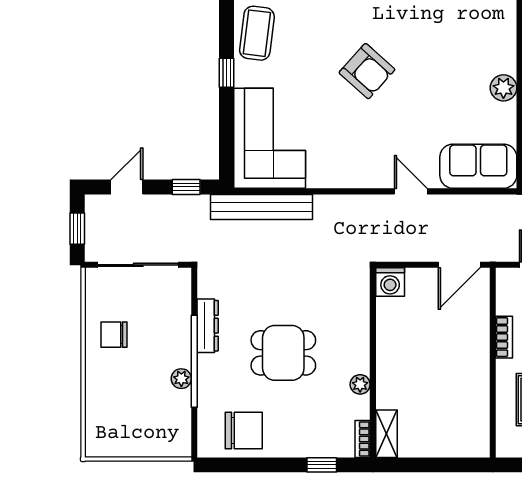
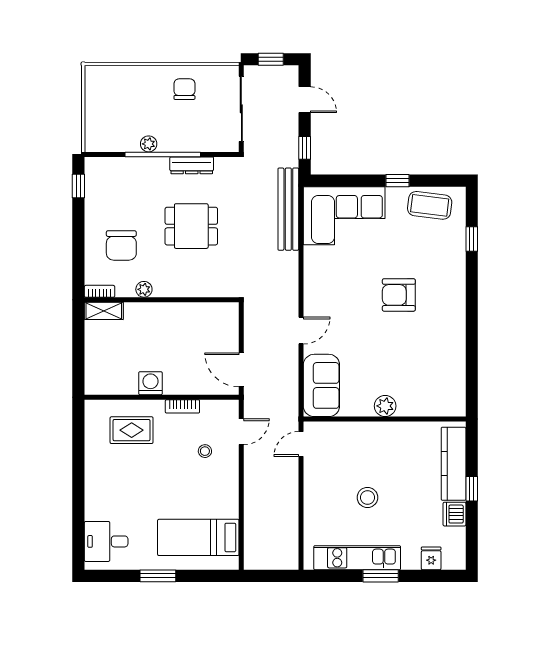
armchair: (367, 71) -> (399, 295), turned 48
washing machine: (390, 282) -> (150, 383), moved, turned 90
dining table: (283, 353) -> (191, 226), moved, turned 90
chair: (244, 431) -> (121, 245), moved
window: (322, 465) -> (78, 186), moved

